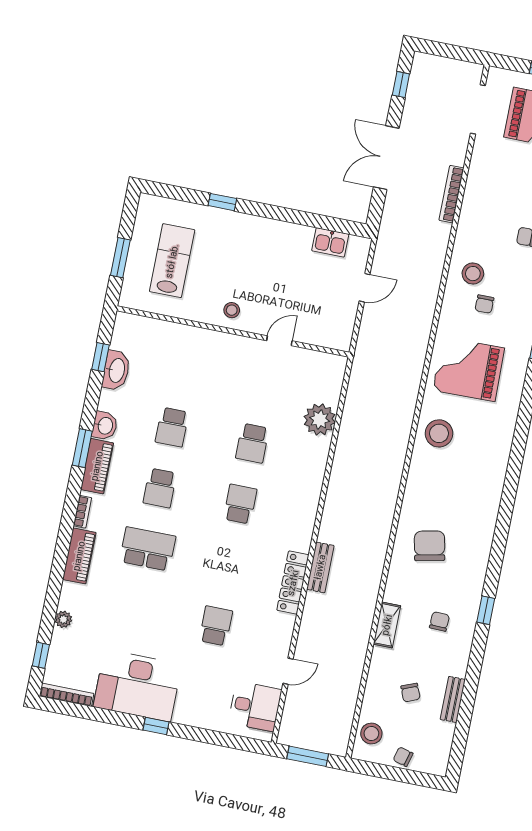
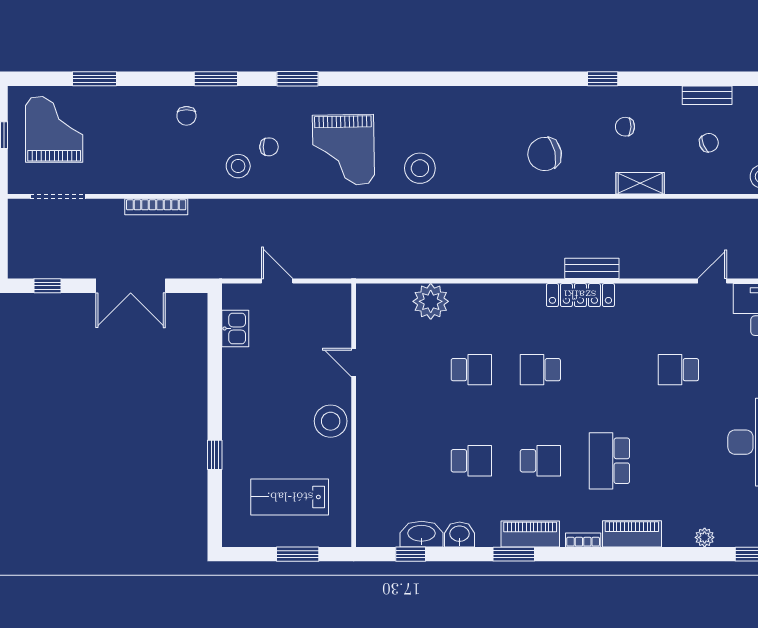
stool: (232, 310) -> (331, 421), width x1.89, depth x1.89
washbasin: (105, 426) -> (460, 534), moved
locker: (293, 583) -> (580, 295), moved
door: (288, 671) -> (712, 281), hinge flipped

